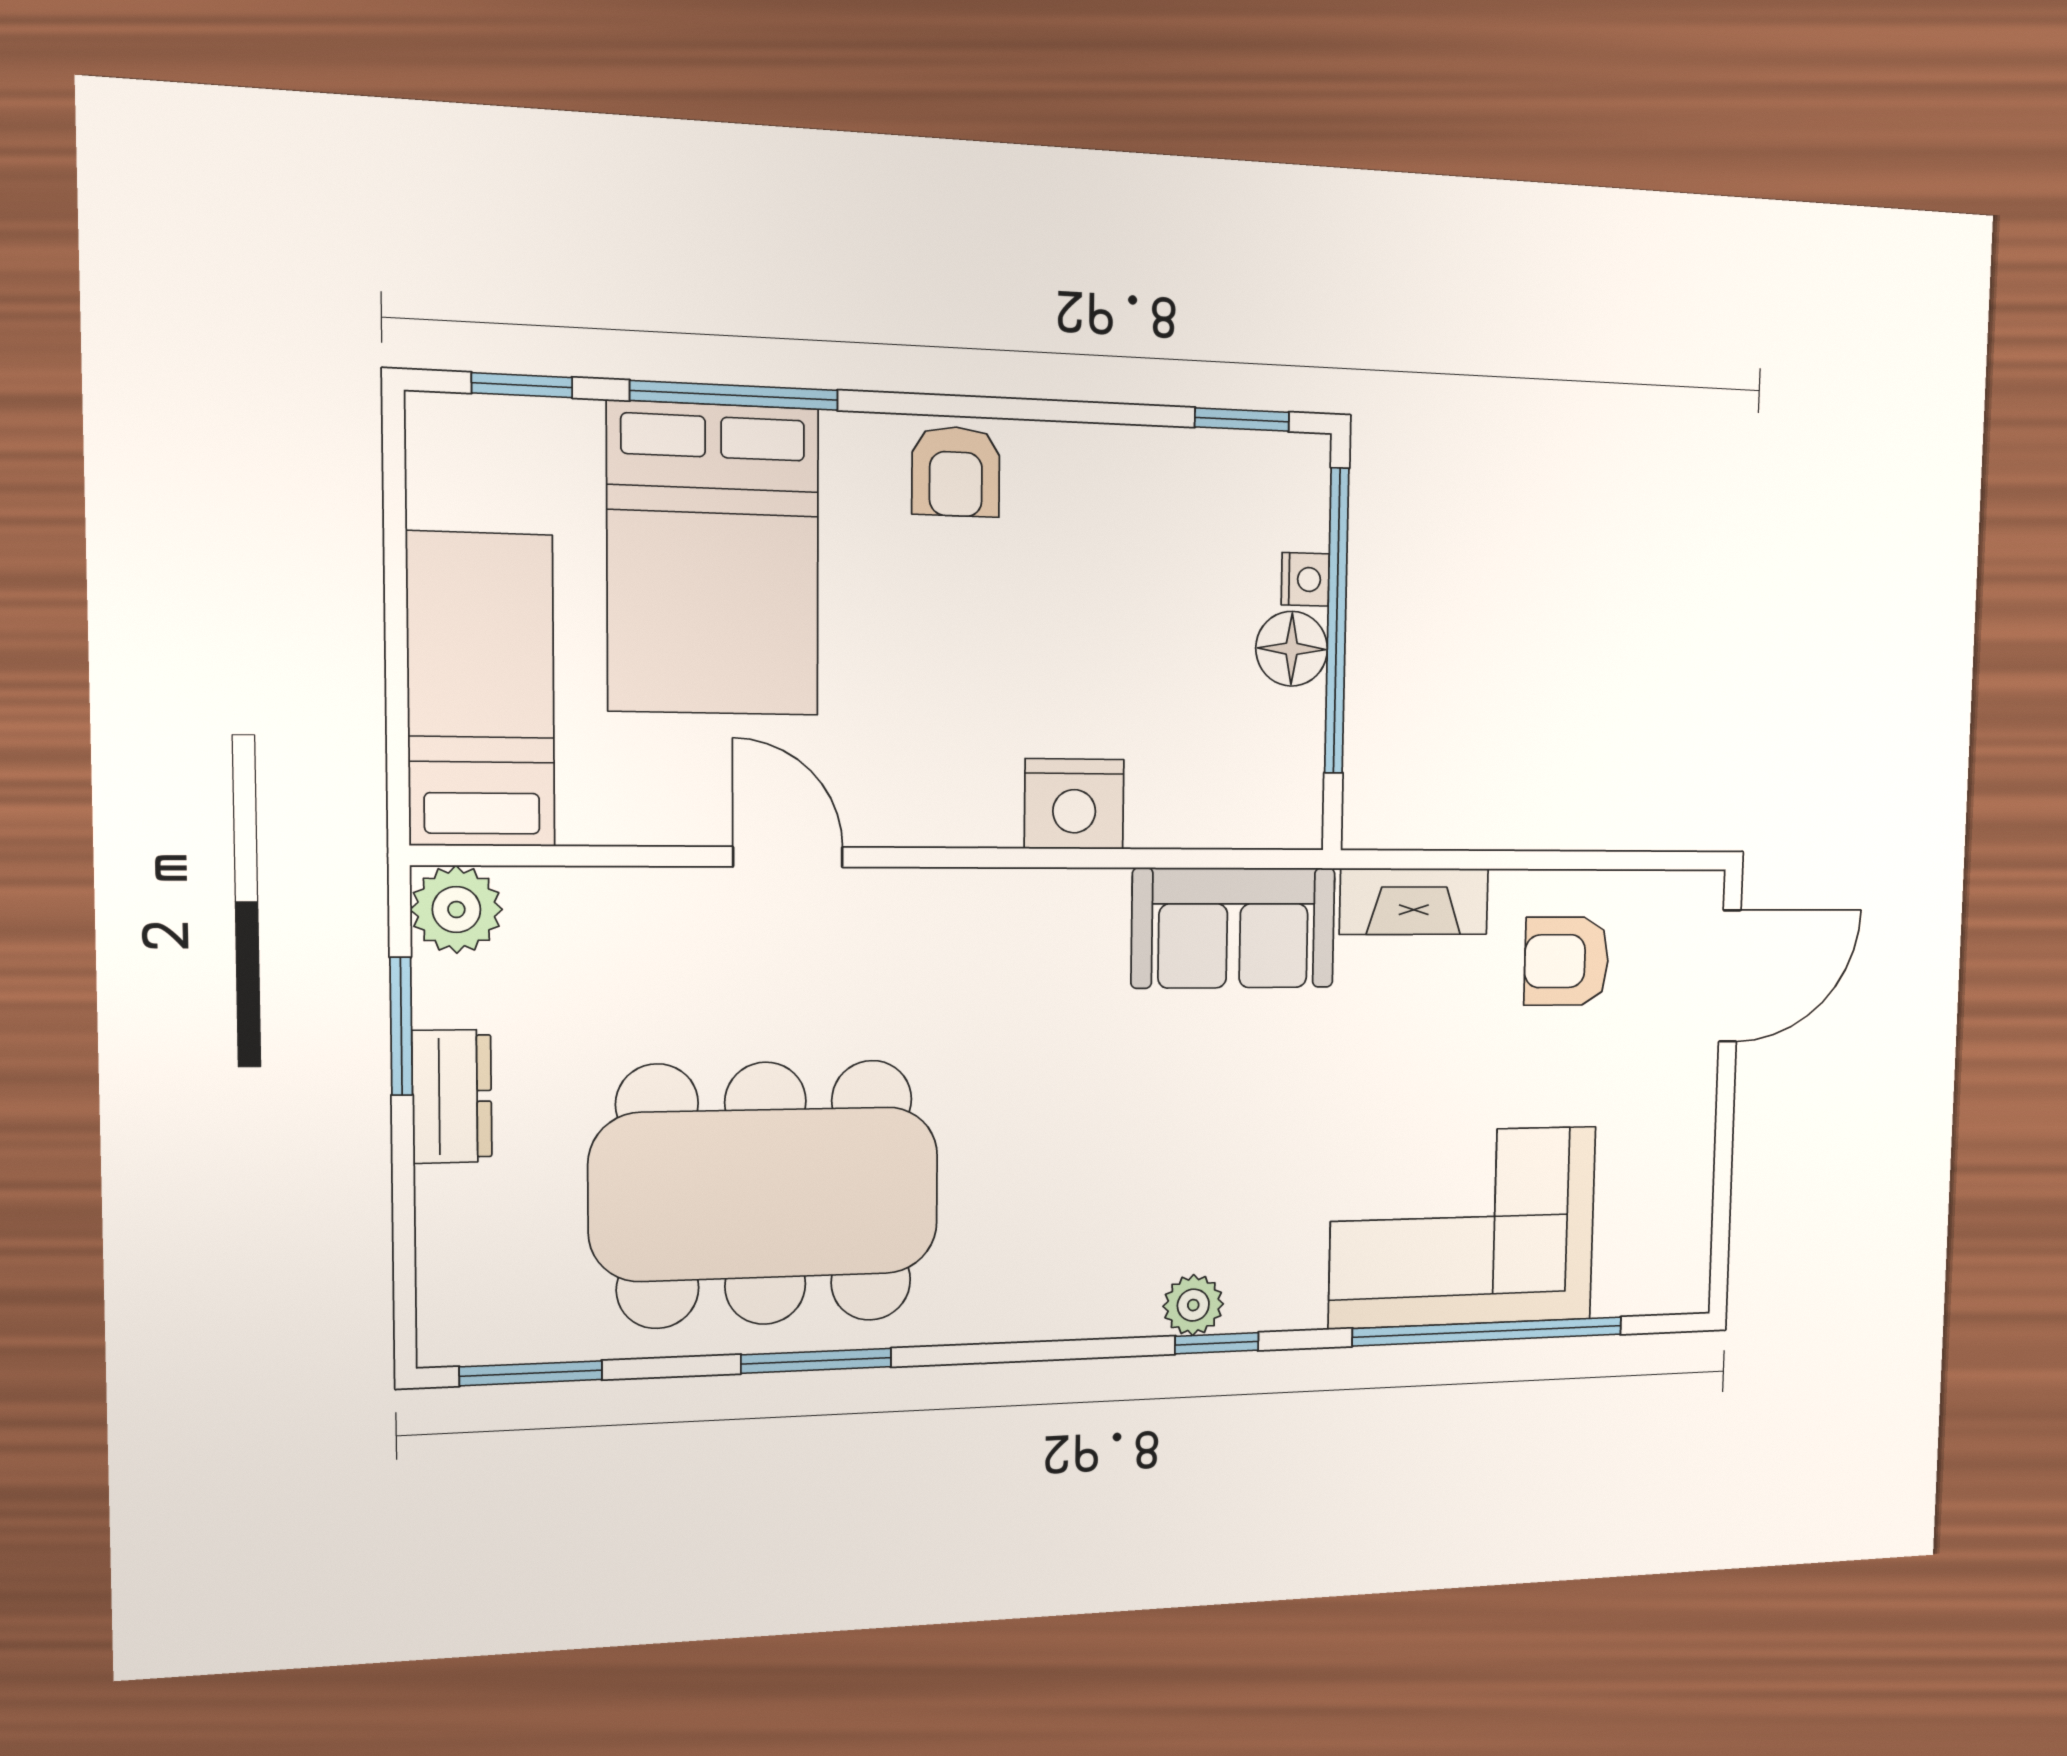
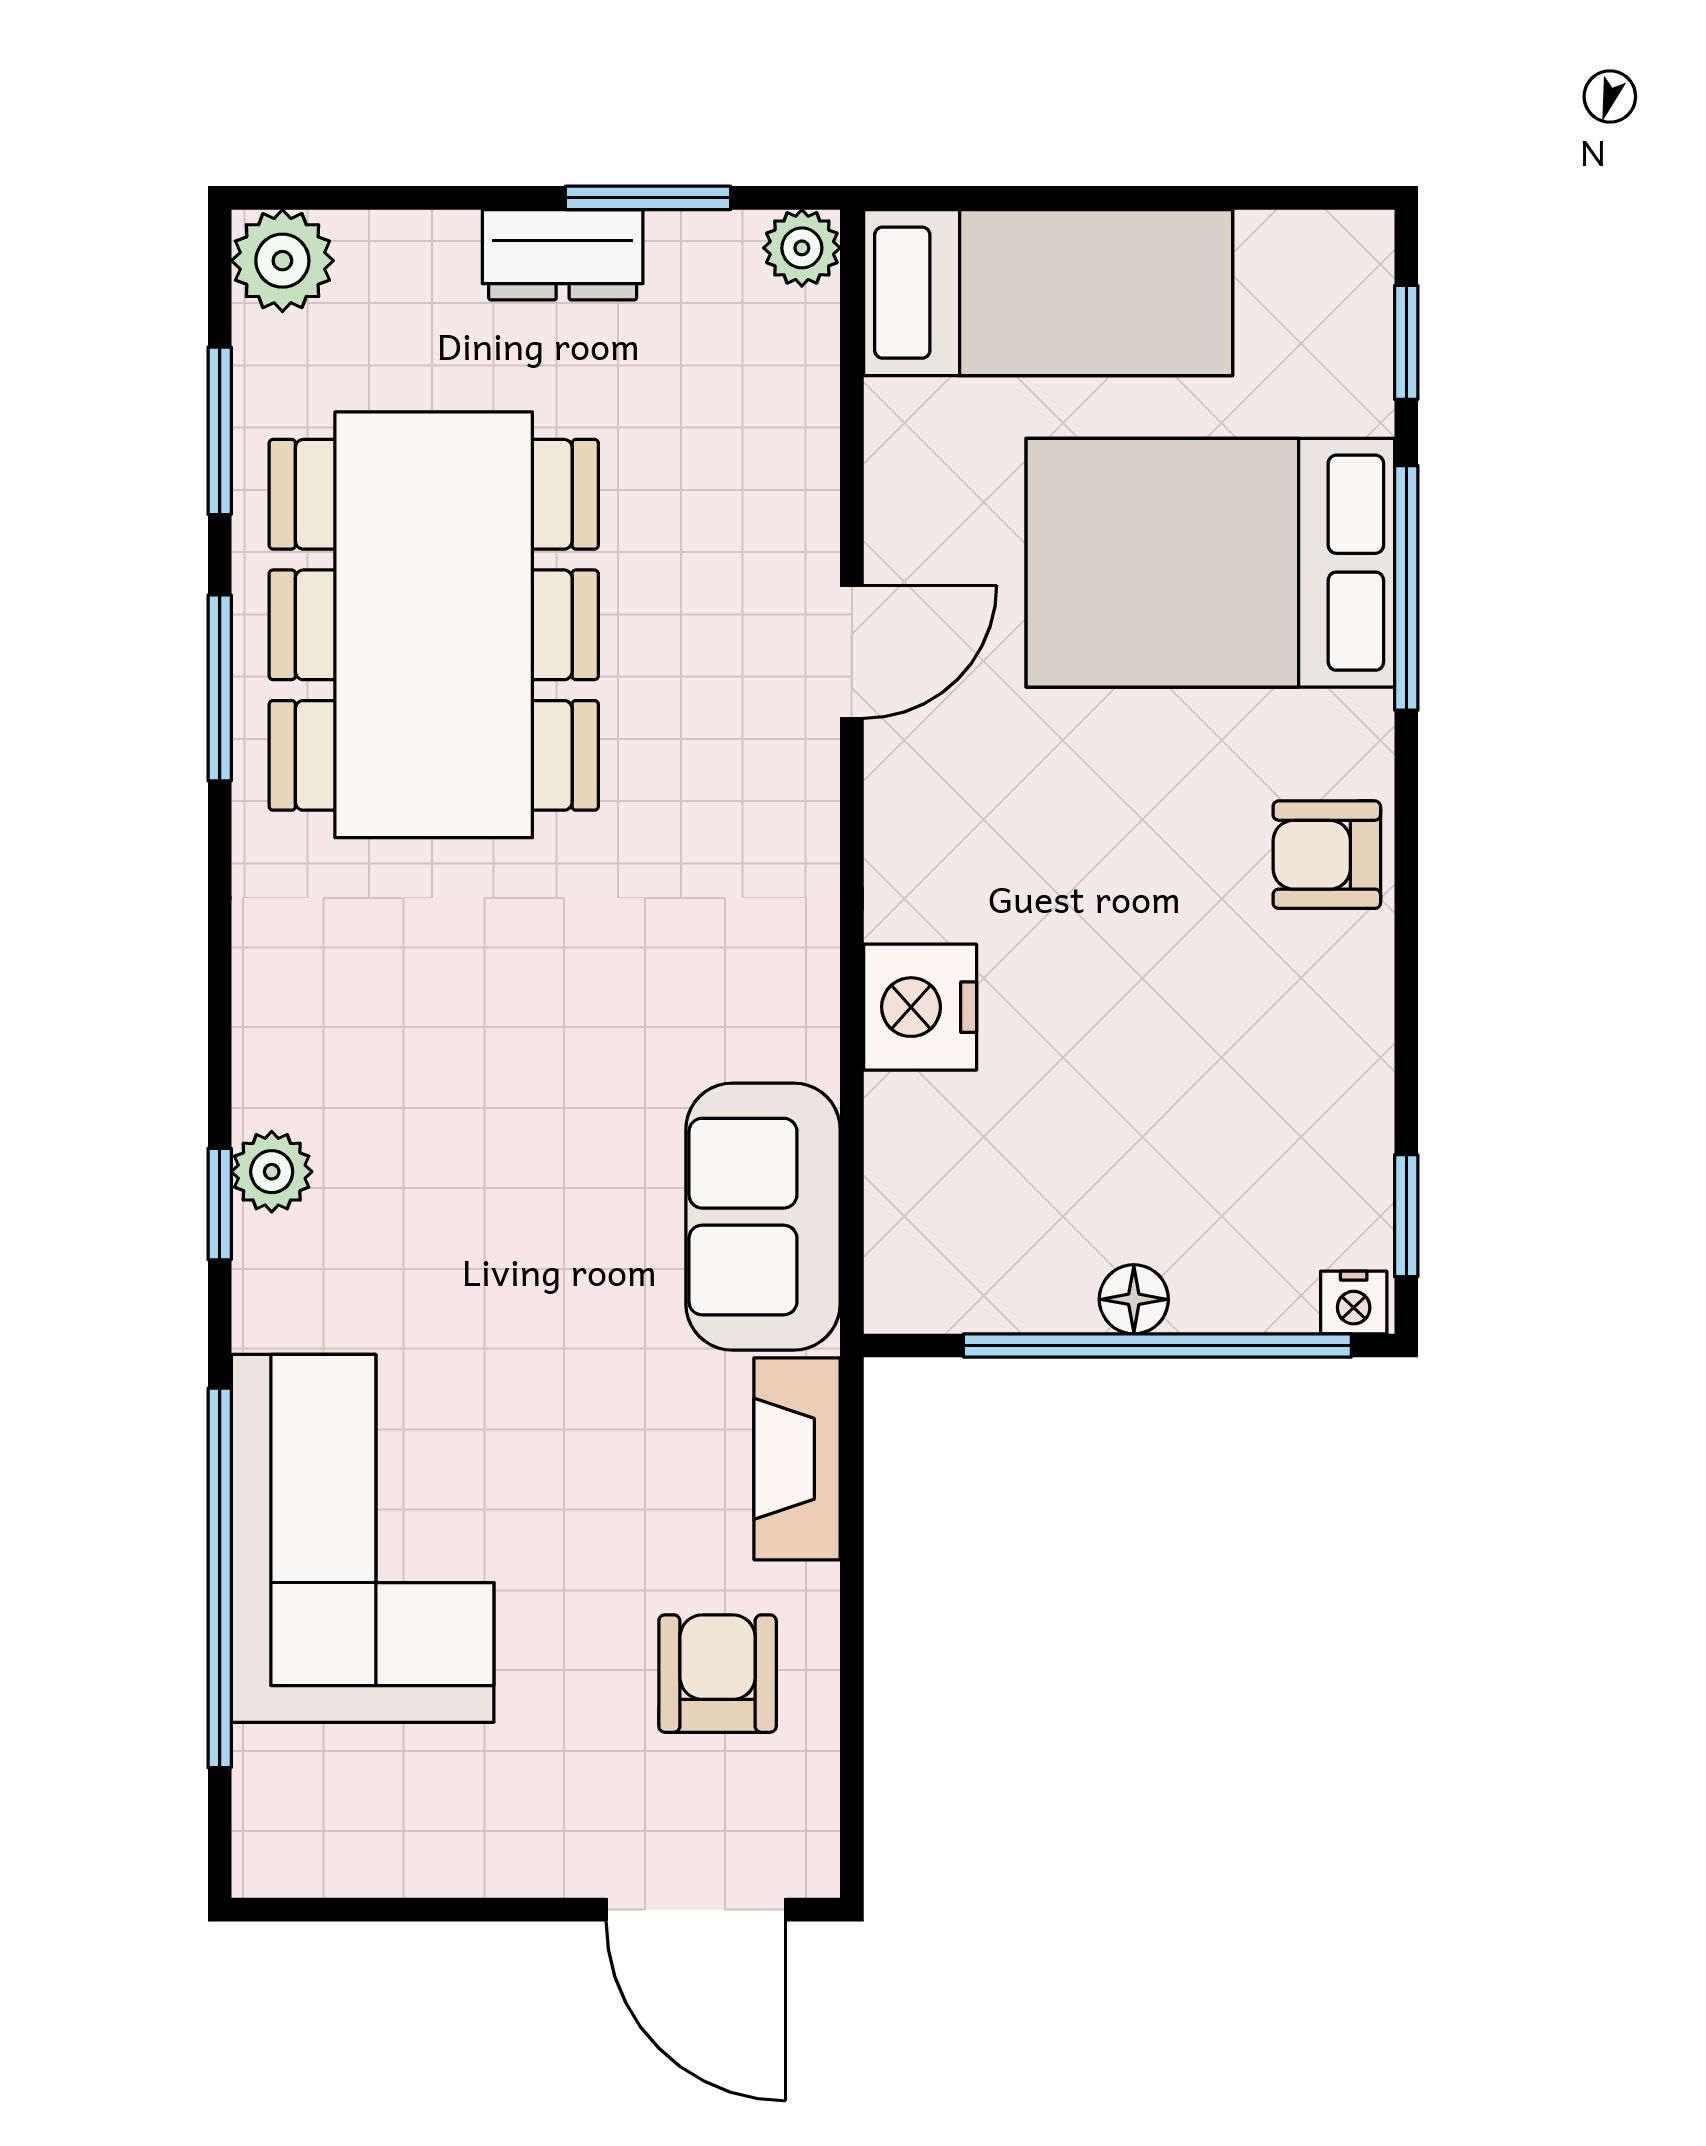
nightstand: (1305, 579) -> (1354, 1303), moved
floor lamp: (1292, 649) -> (1134, 1299), width x0.73, depth x0.73
plant: (456, 909) -> (802, 248), width x0.73, depth x0.73
plant: (460, 1326) -> (282, 261), added
window: (531, 1373) -> (220, 431), moved

